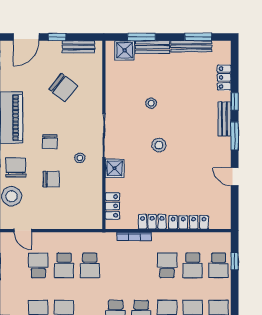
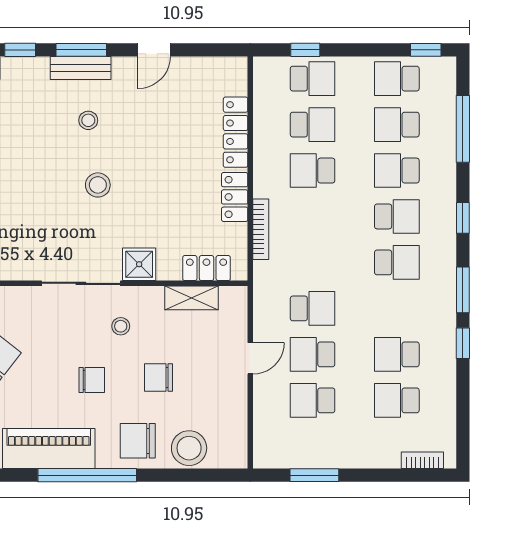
stool: (151, 103) -> (88, 120), moved
bench: (224, 119) -> (81, 68), moved
chair: (51, 179) -> (159, 377), turned -90
shelving: (96, 198) -> (192, 298), added
door: (23, 231) -> (250, 358), moved
school desk: (64, 265) -> (313, 354), turned 180

